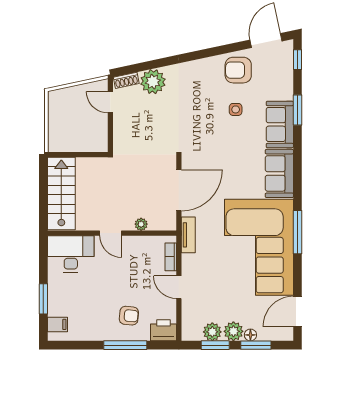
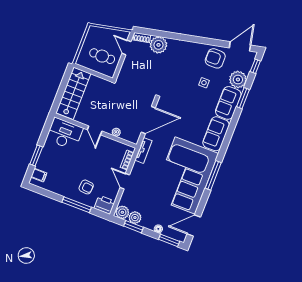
plant: (281, 87) -> (238, 80), added
cafe table: (81, 127) -> (102, 56), added
plant: (233, 331) -> (122, 212), moved
window: (256, 345) -> (169, 240), moved

